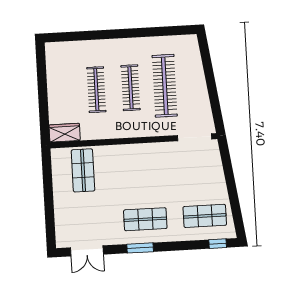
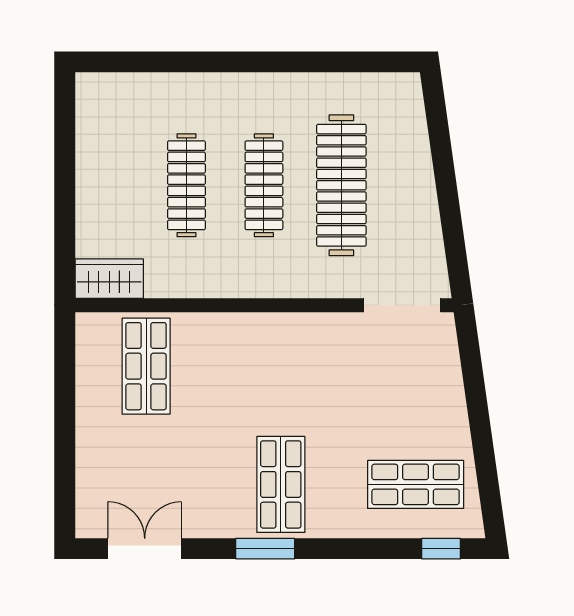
shop shelf: (145, 219) -> (281, 484), turned 90
double door: (87, 251) -> (145, 549), swing flipped

